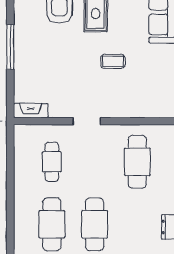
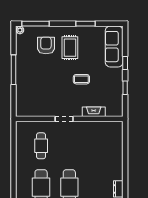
fireplace: (31, 111) -> (94, 112), moved
cafe table: (137, 162) -> (98, 146), removed

